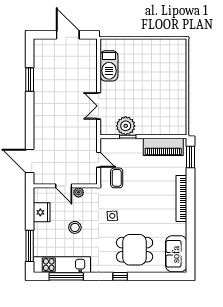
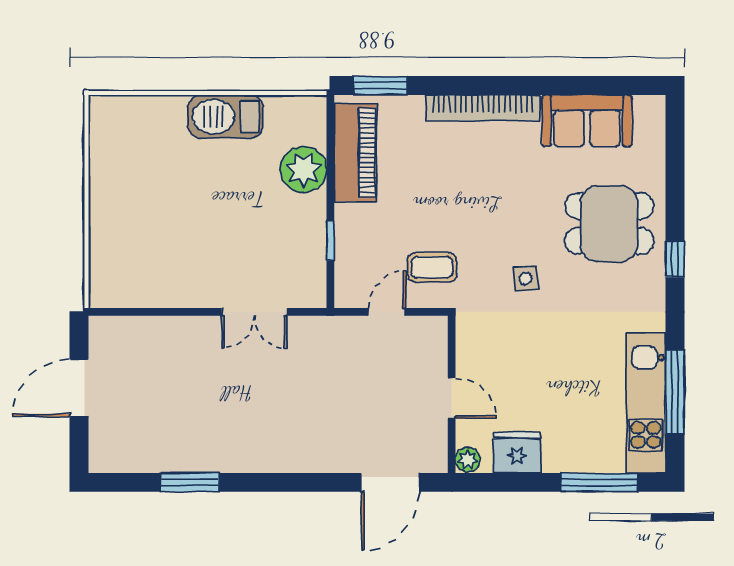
barbecue: (109, 66) -> (225, 117), moved, turned 180
plant: (126, 126) -> (304, 170), moved
door: (64, 186) -> (452, 398), hinge flipped
plant: (79, 192) -> (468, 460), moved
stool: (75, 227) -> (554, 371), removed
dining table: (135, 250) -> (609, 224), turned 90
sofa: (176, 254) -> (587, 121), moved

